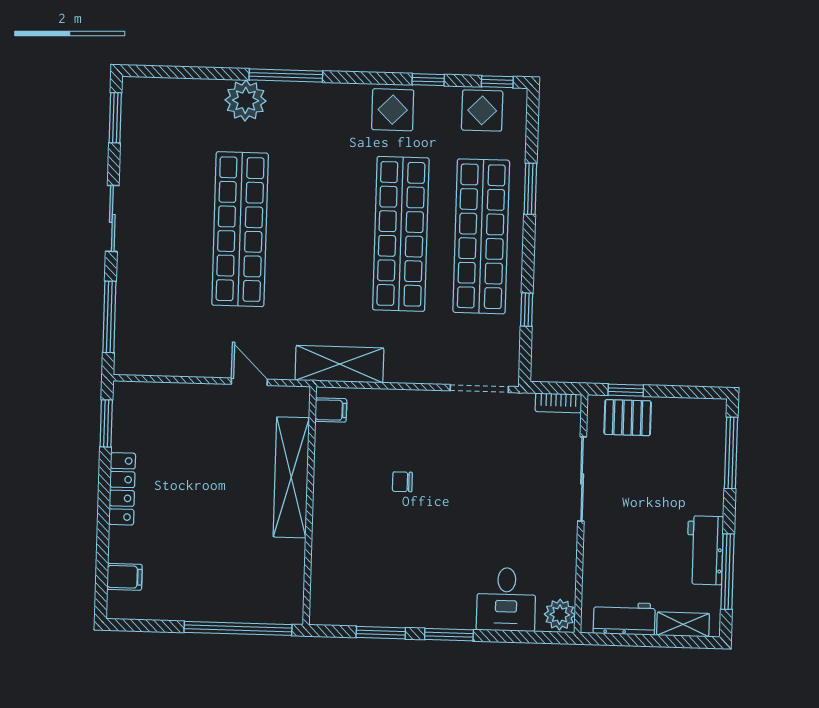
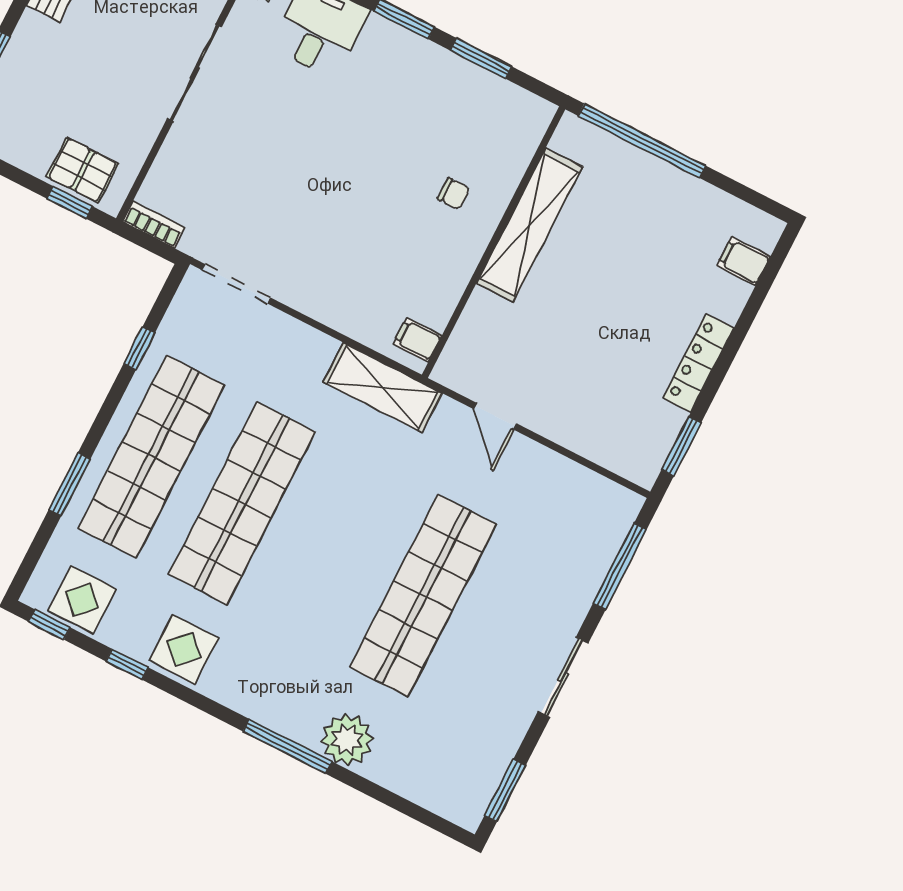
shelving: (291, 477) -> (529, 225), moved
sliding door: (582, 479) -> (194, 73), moved
chair: (402, 482) -> (454, 194), moved

